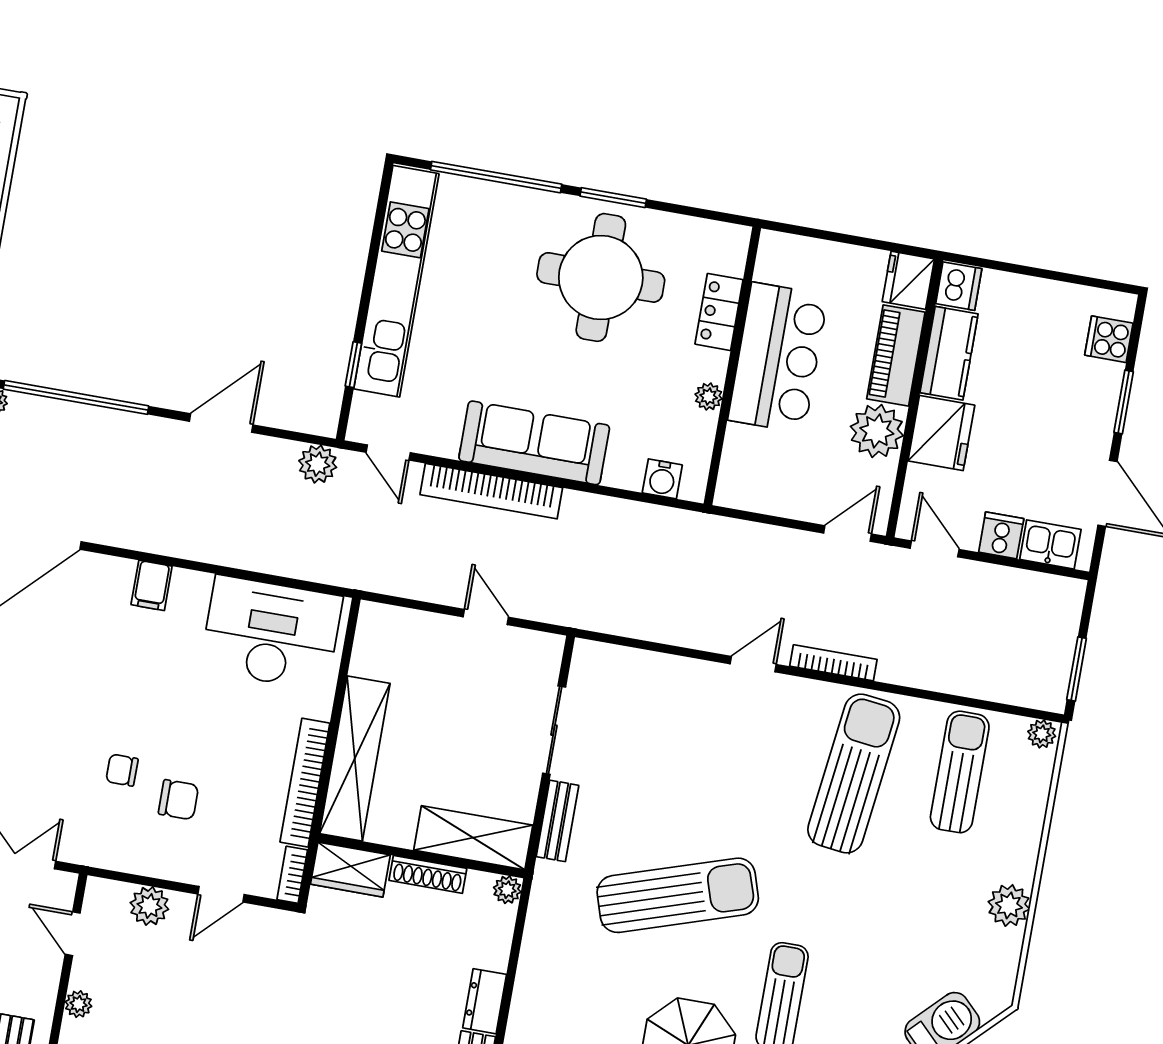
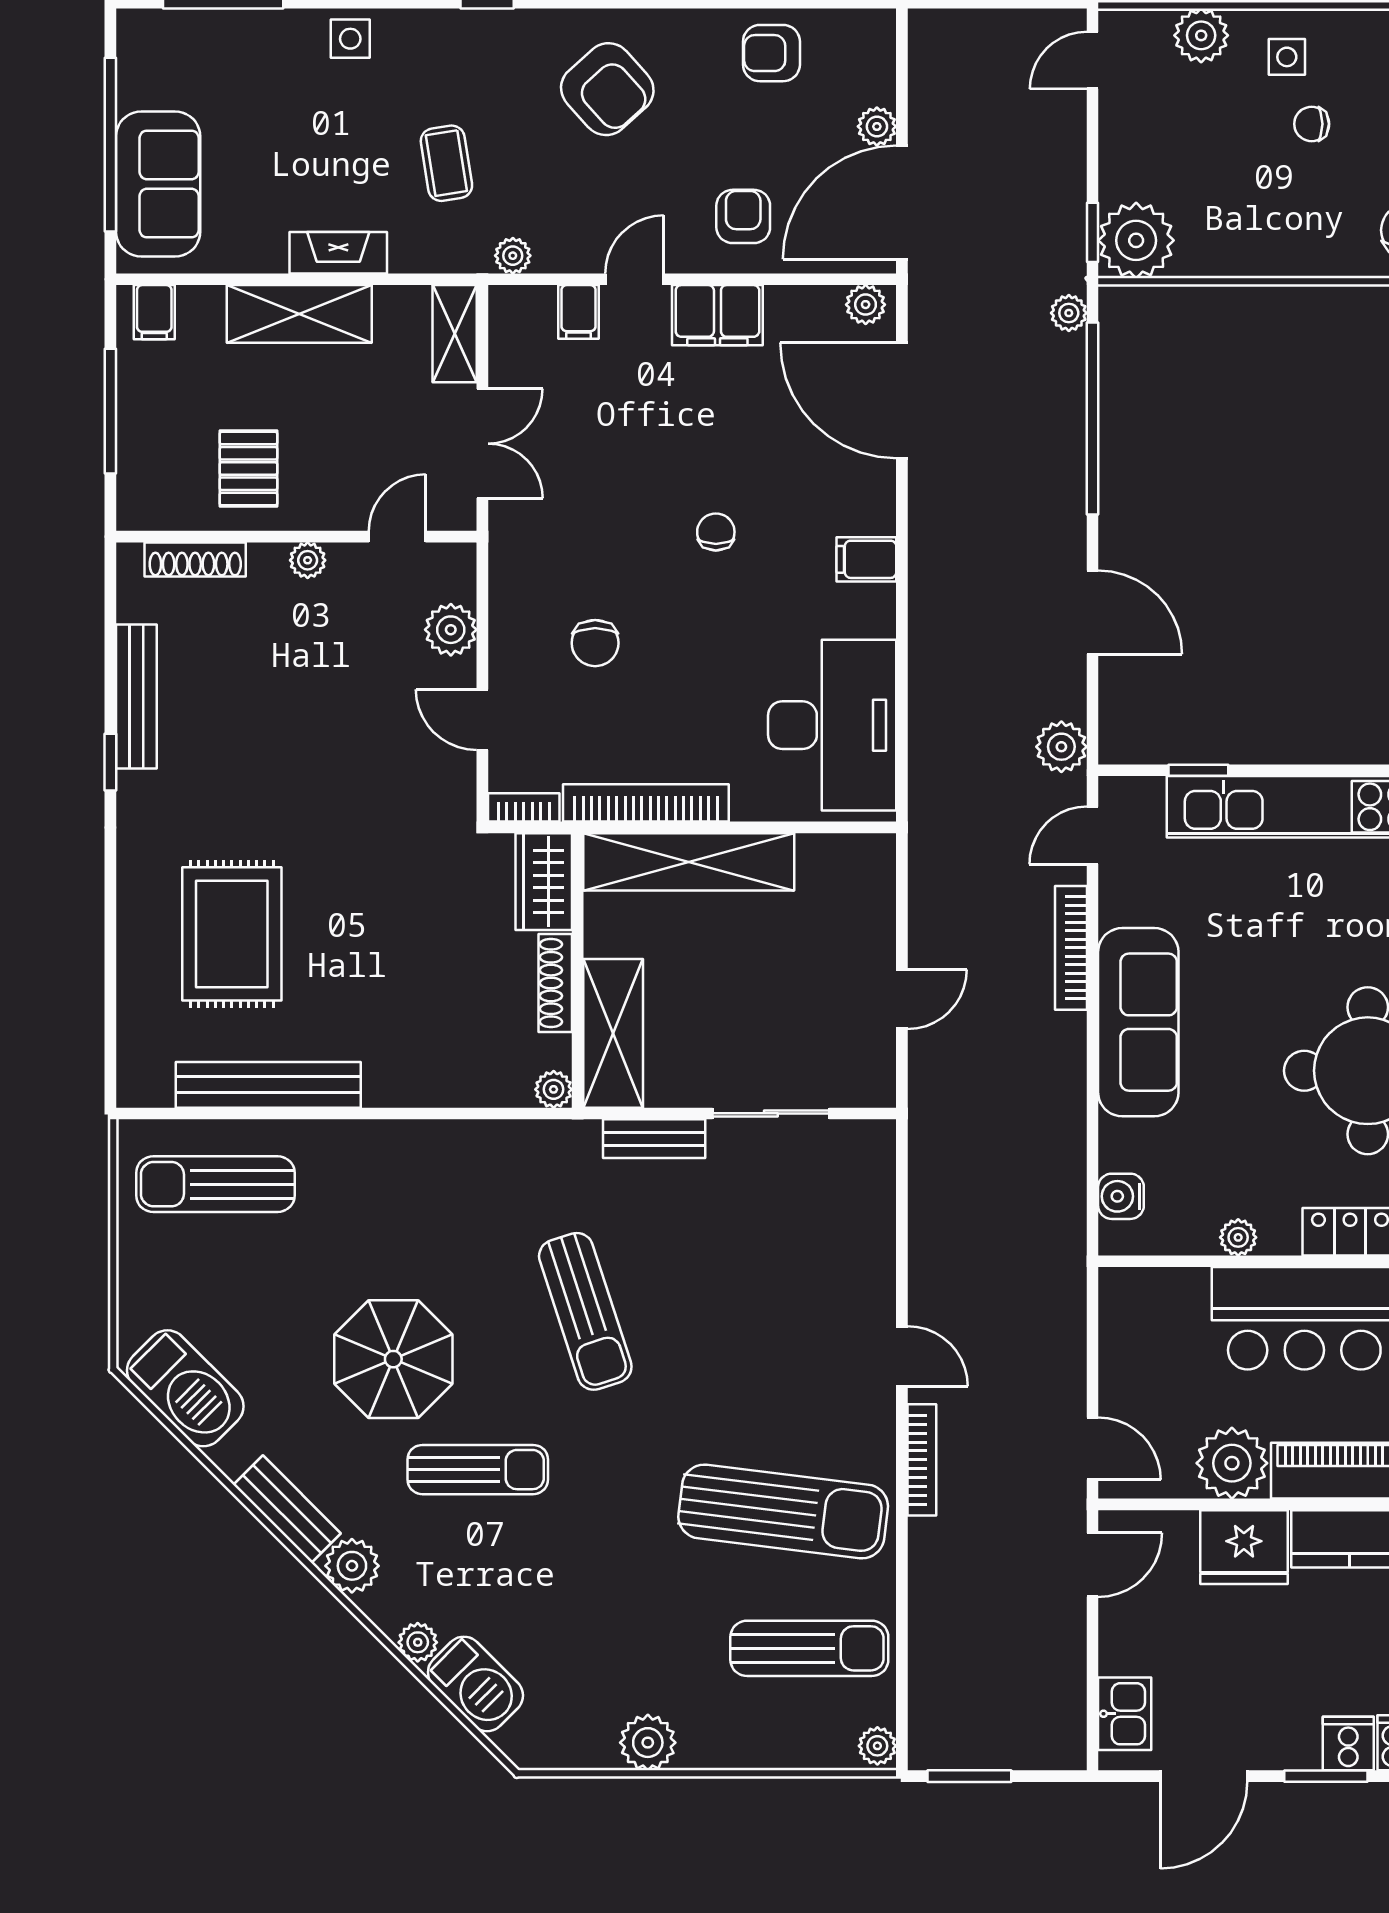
bookcase: (491, 491) -> (1071, 948), width x0.68, depth x0.76
cooker: (1001, 535) -> (1348, 1744), moved, turned -90
chair: (122, 770) -> (716, 532), moved
sun lounger: (678, 895) -> (585, 1311), width x0.73, depth x0.75
dresser: (485, 1001) -> (404, 1085), removed

